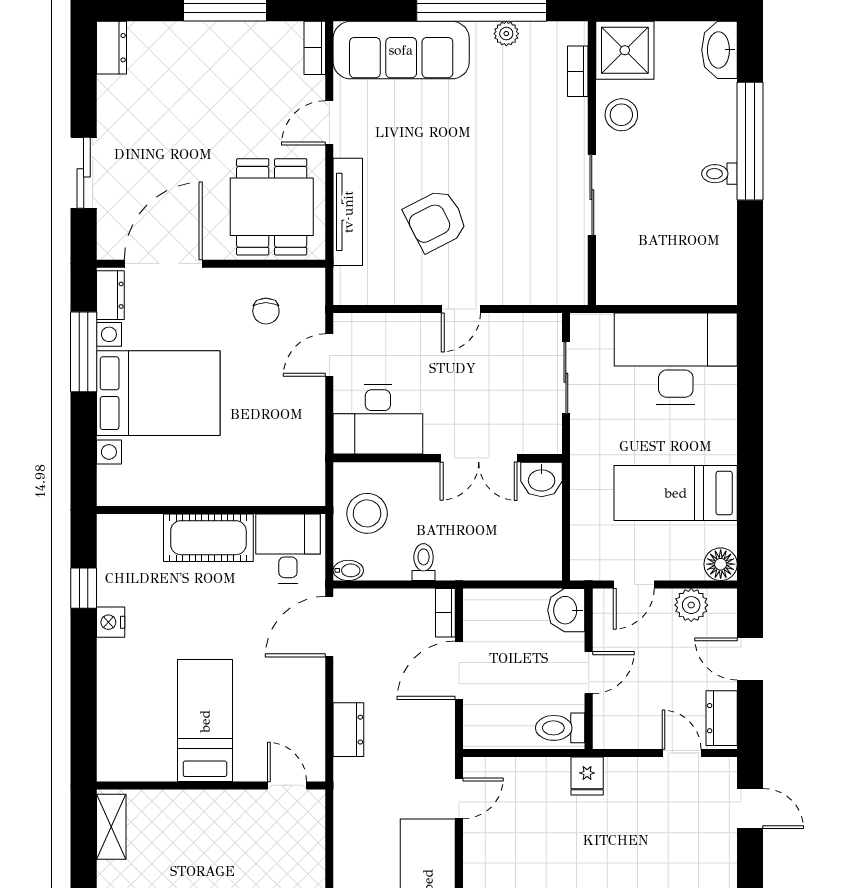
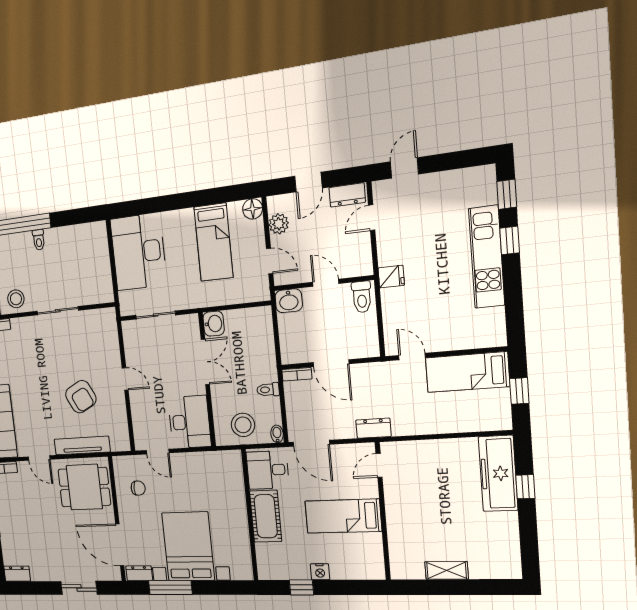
bed: (205, 721) -> (343, 516), moved
wall: (211, 785) -> (383, 511), moved
door: (287, 785) -> (379, 465), moved

